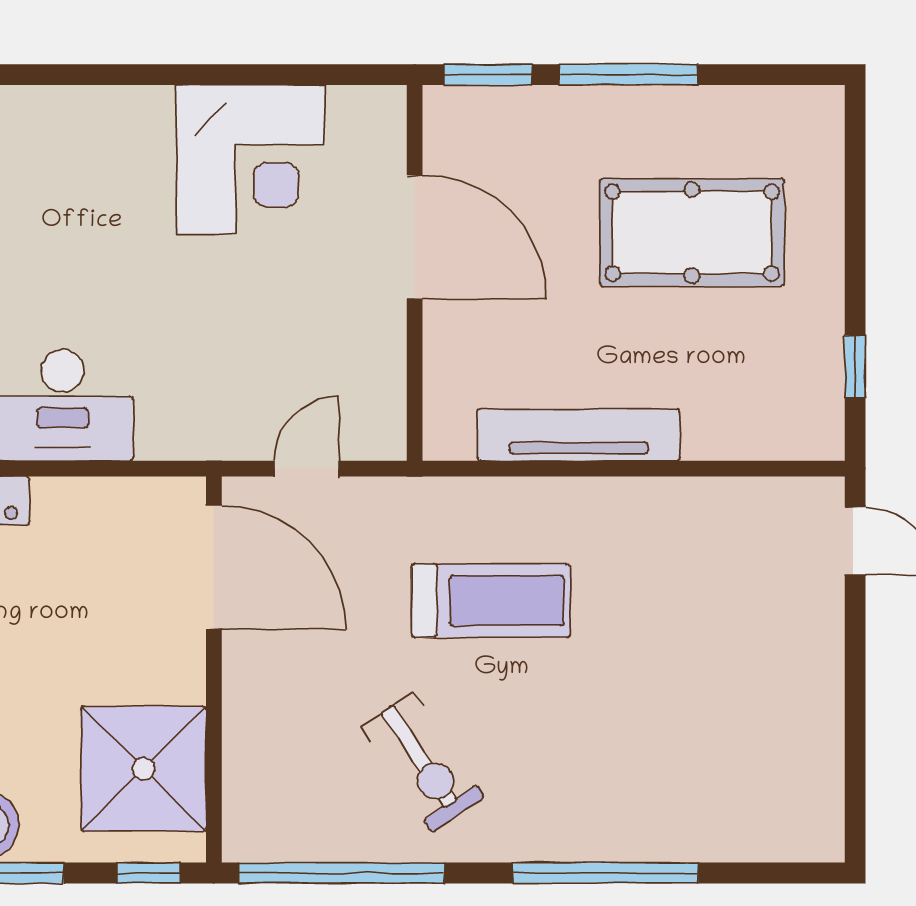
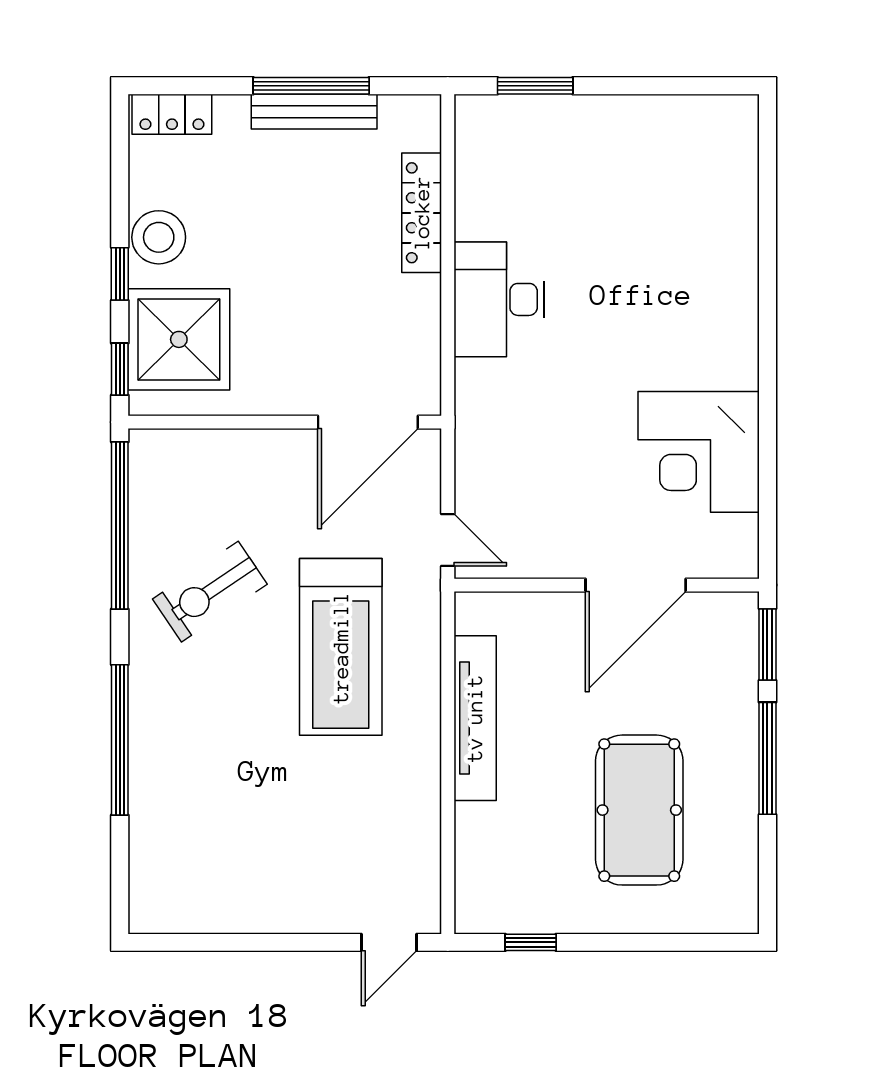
door: (307, 469) -> (448, 540), moved
treadmill: (491, 601) -> (341, 647), width x1.37, depth x1.38
shower: (143, 769) -> (179, 339), moved

